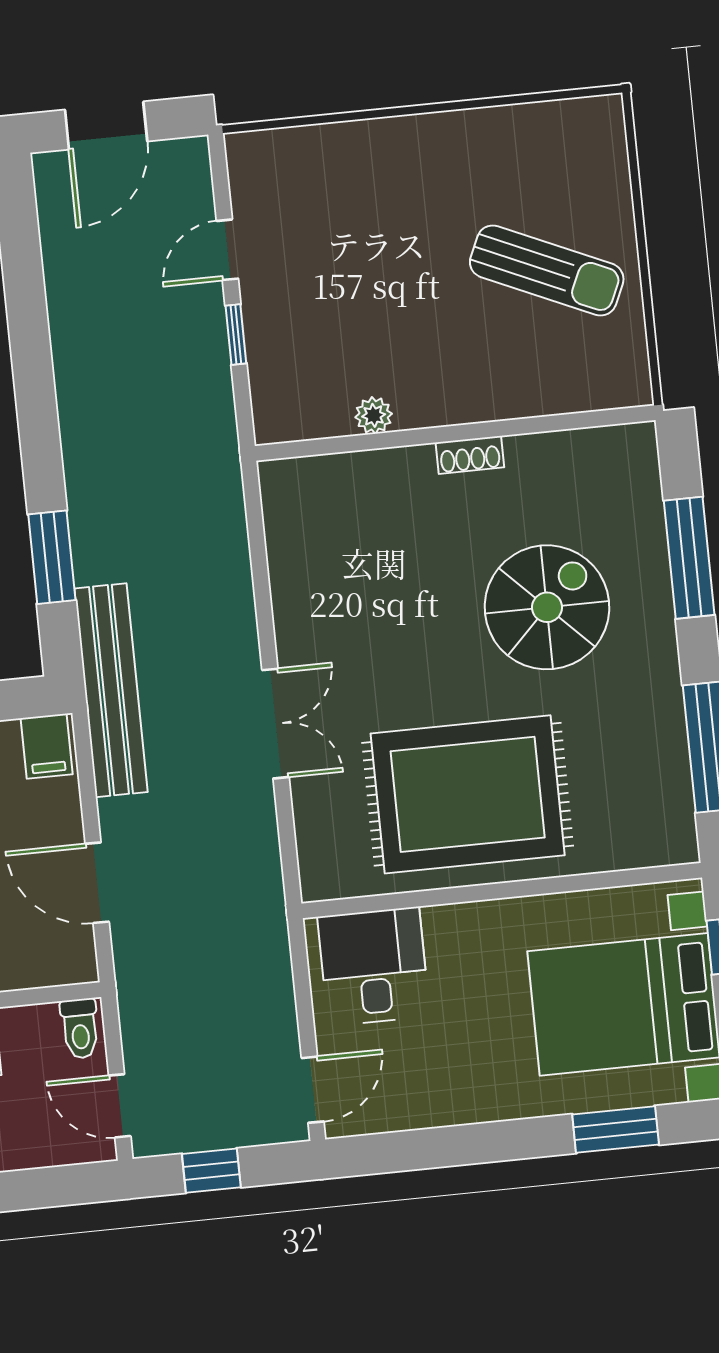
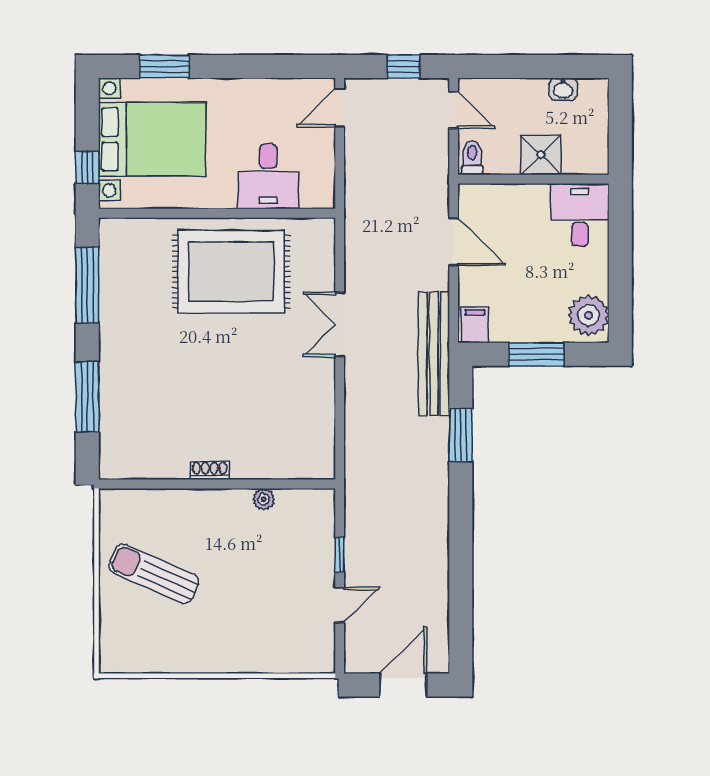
spiral stairs: (547, 607) -> (174, 376), removed
desk: (374, 966) -> (268, 176), moved

